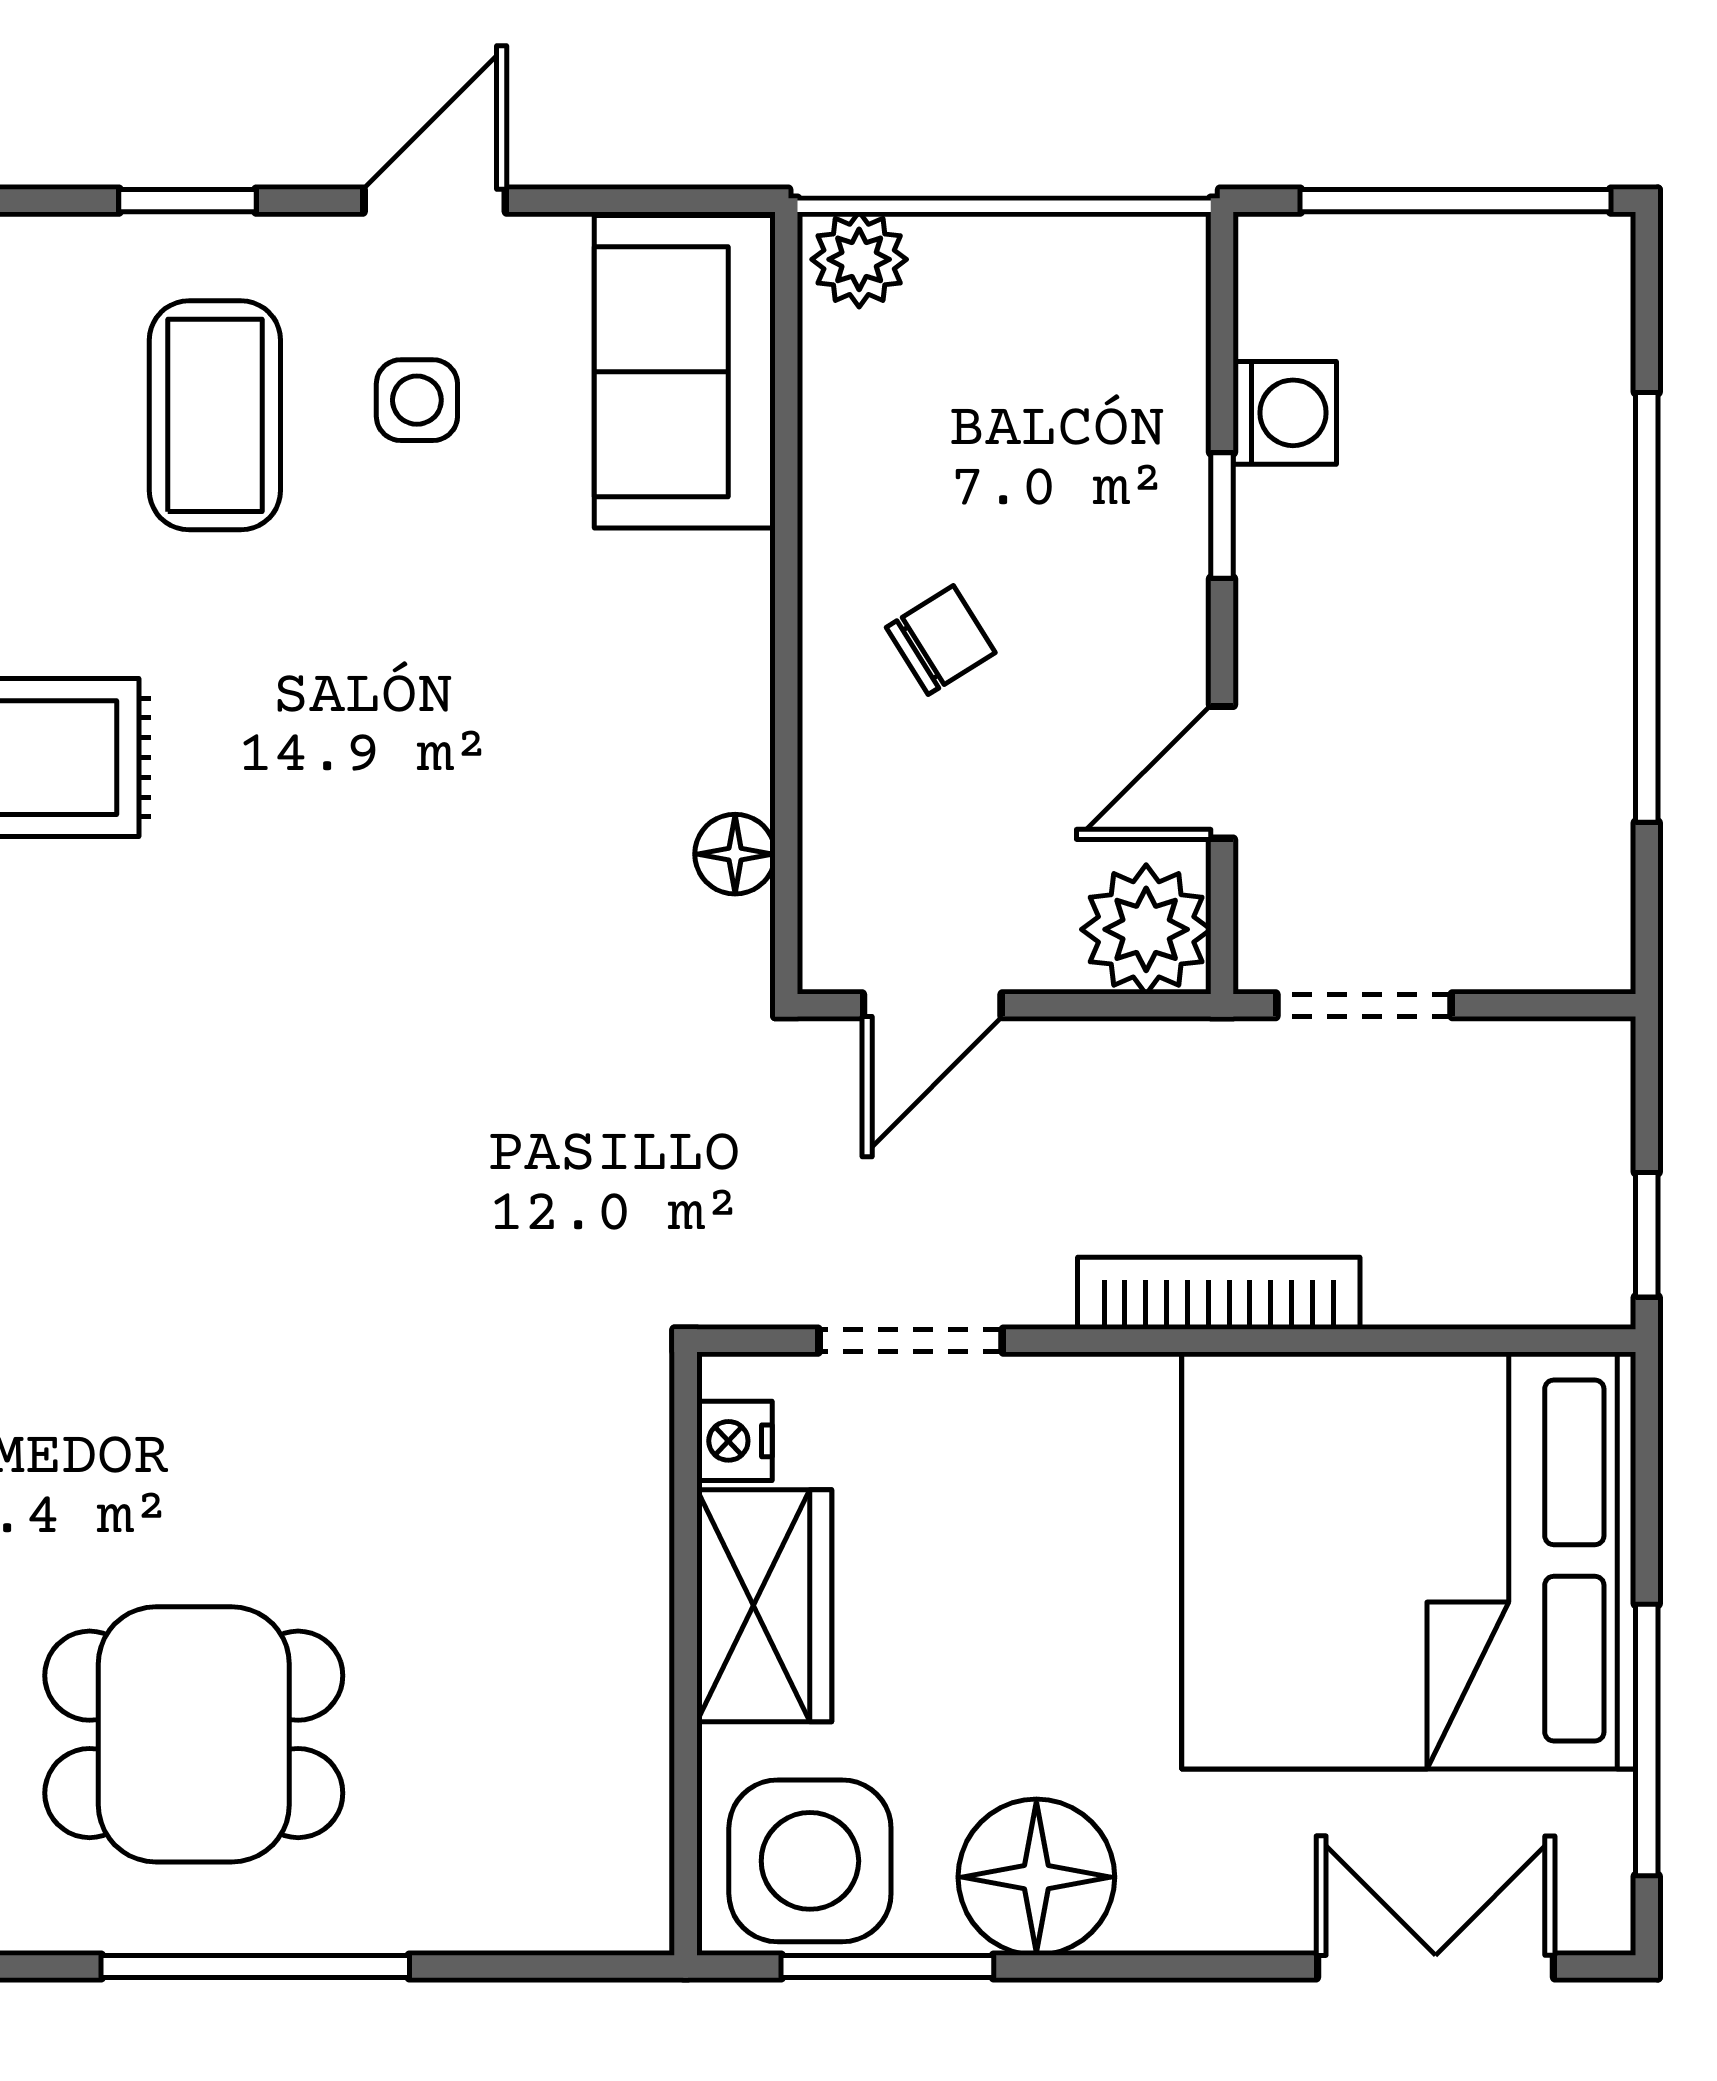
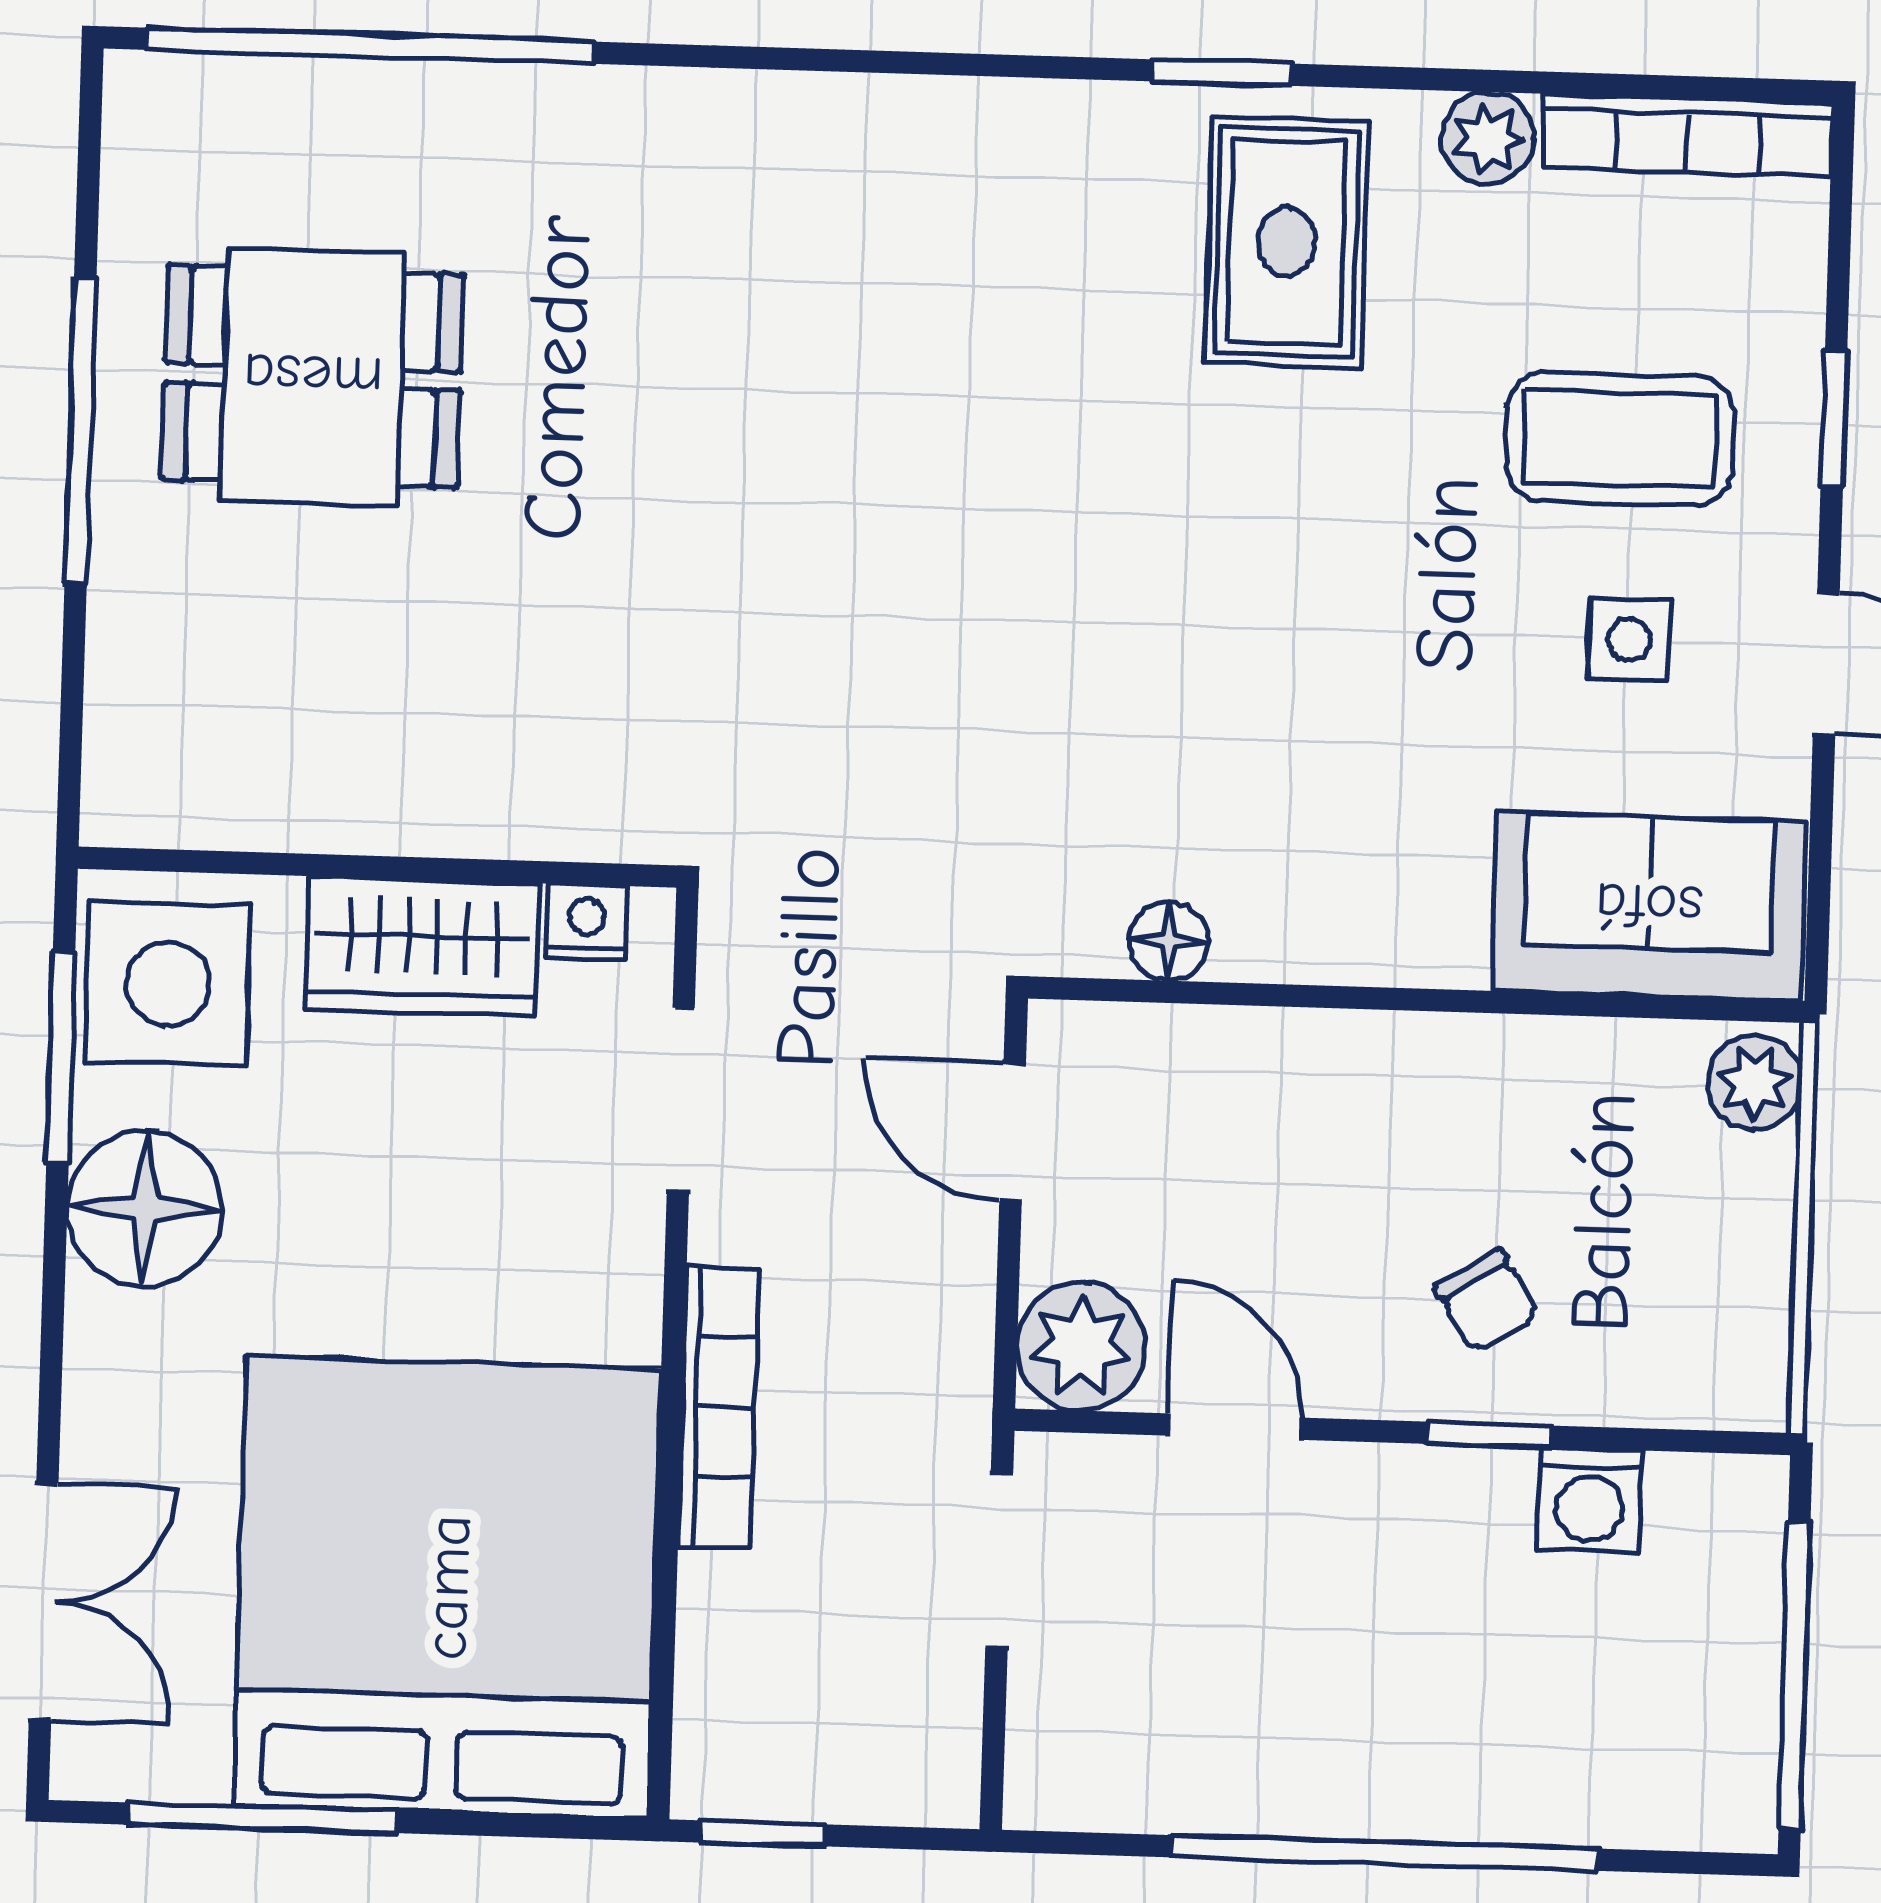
chair: (941, 640) -> (1487, 1301), moved
dining table: (194, 1734) -> (313, 377), turned 90

